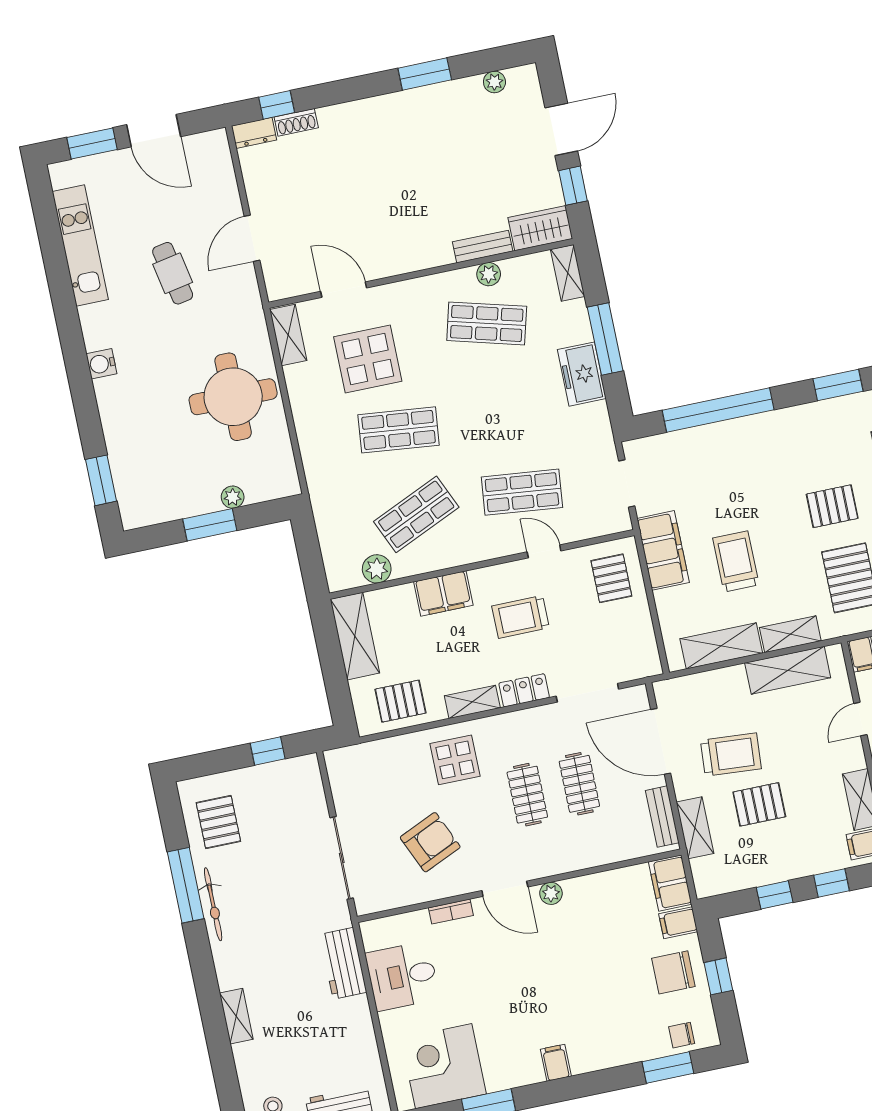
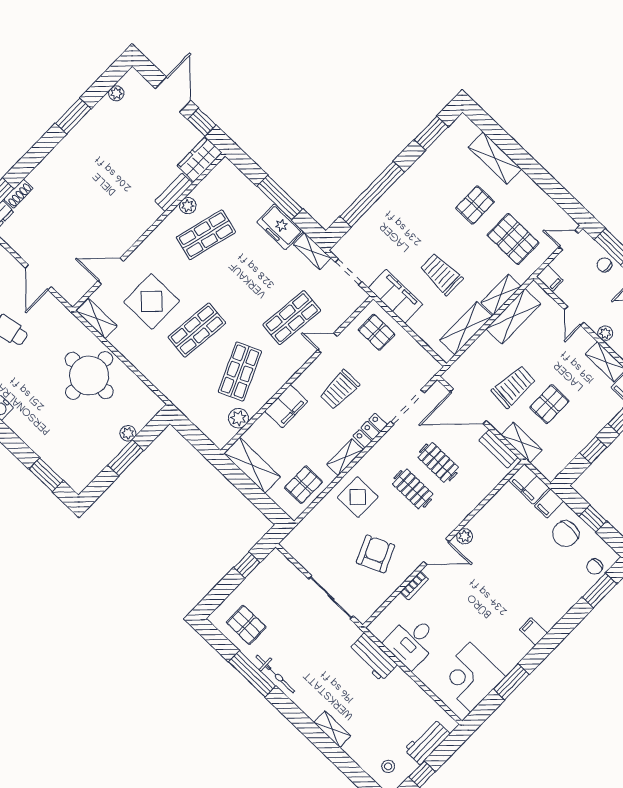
shelving: (568, 273) -> (312, 251), moved

